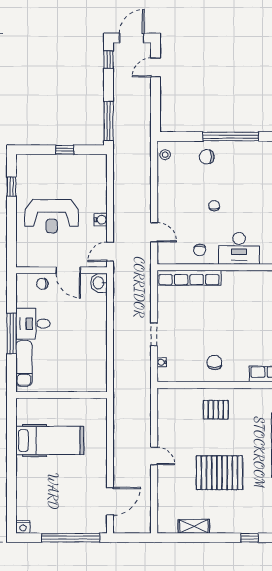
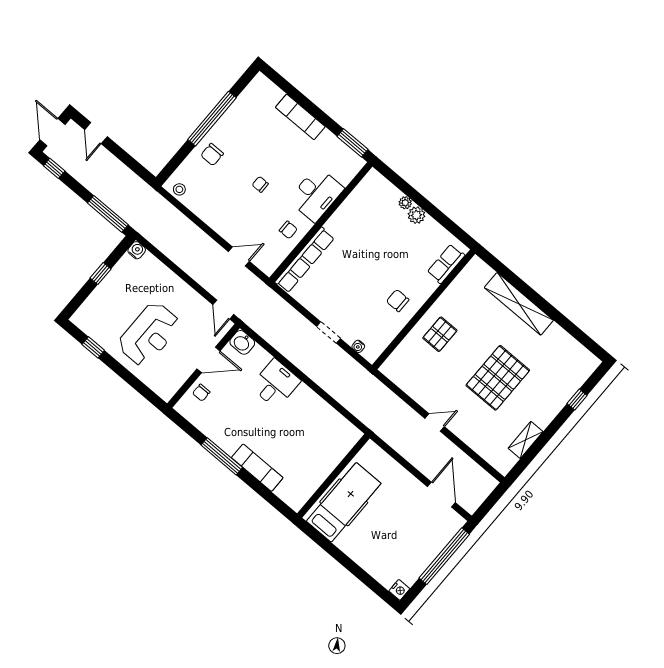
water cooler: (101, 220) -> (137, 250), moved
desk: (33, 324) -> (275, 384), moved, turned 180
wall: (62, 395) -> (333, 476), moved

